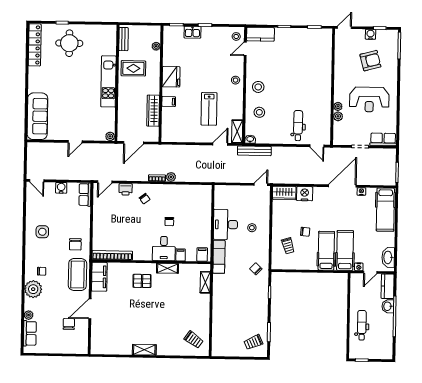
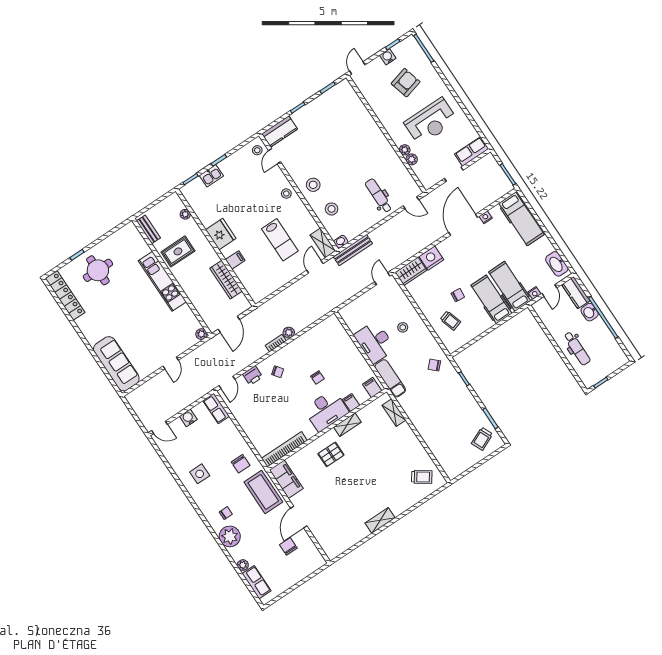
desk: (164, 249) -> (326, 410), width x1.37
dental chair: (362, 325) -> (577, 348), turned 180

